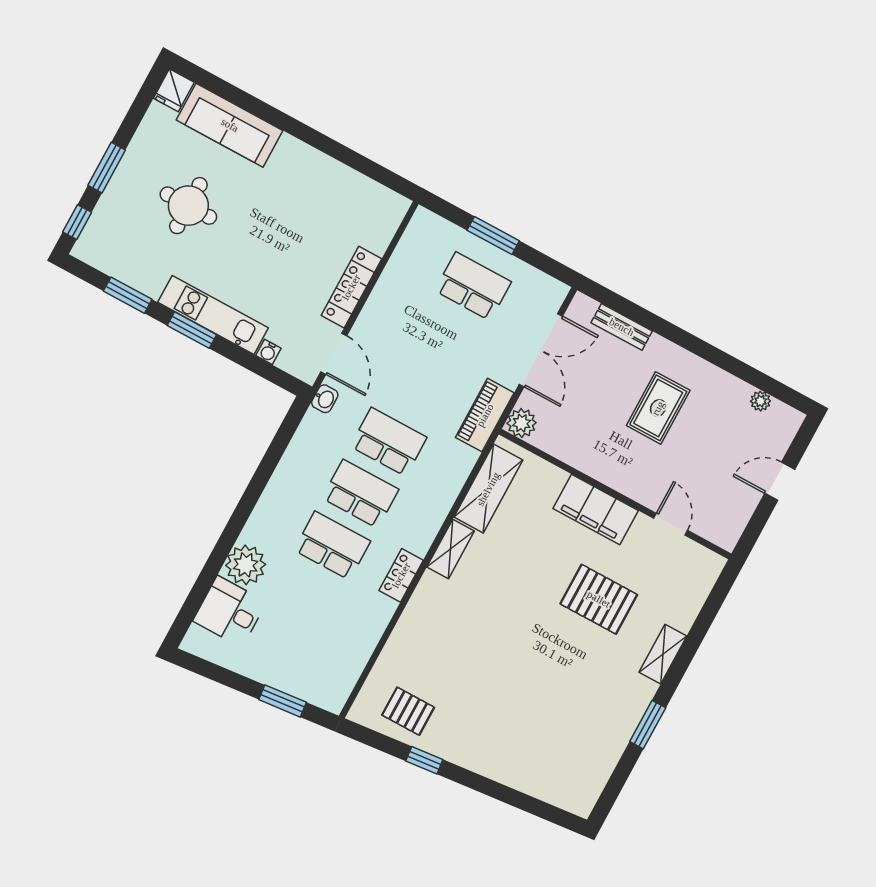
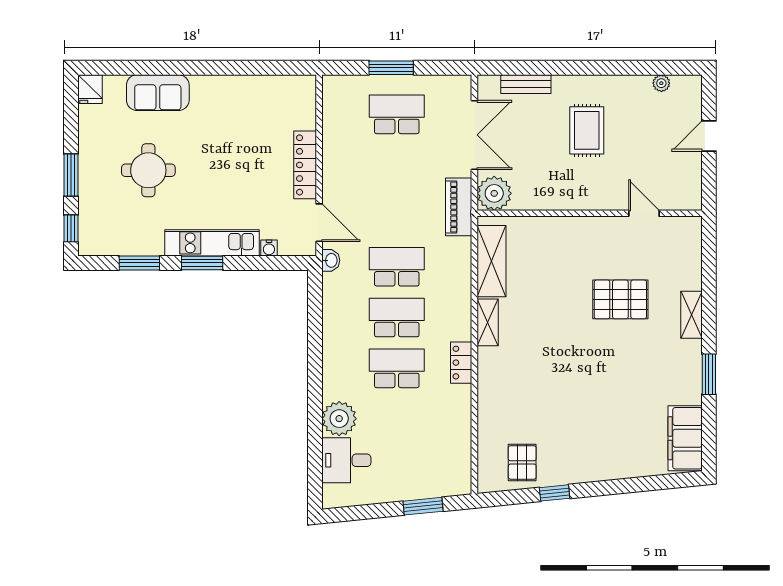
sofa: (230, 125) -> (158, 93), width x0.73
plant: (522, 423) -> (494, 193), width x1.36, depth x1.36
filing cabinet: (596, 510) -> (685, 438), moved, turned 90
pallet: (408, 711) -> (522, 462), turned 90

